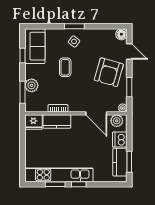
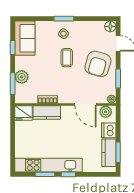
coffee table: (65, 67) -> (67, 58), moved

